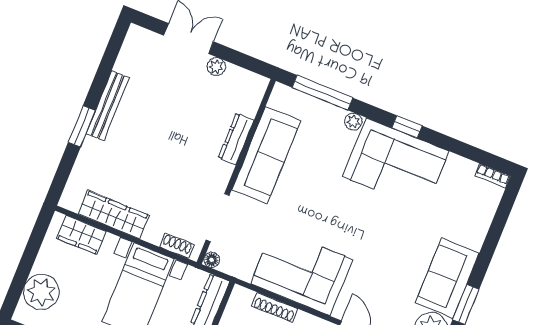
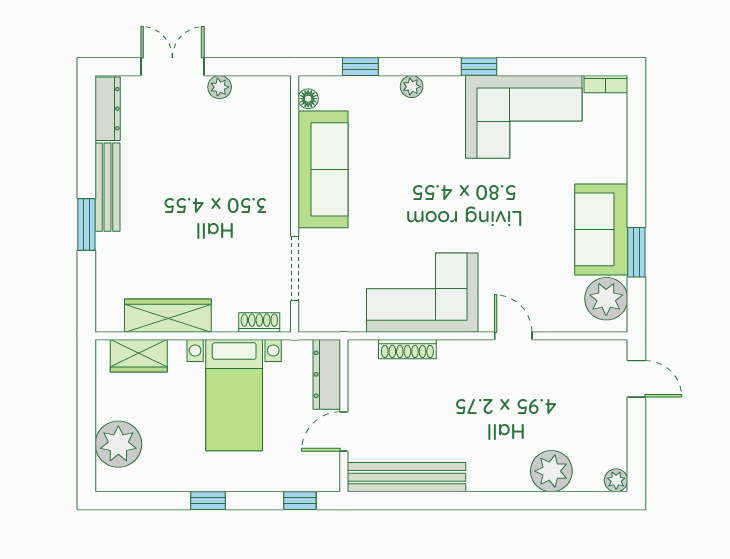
window: (322, 93) -> (360, 67), width x0.46
dresser: (236, 139) -> (108, 109), moved, turned 180
corner sofa: (396, 164) -> (524, 117), moved
floor lamp: (212, 260) -> (308, 99), moved

